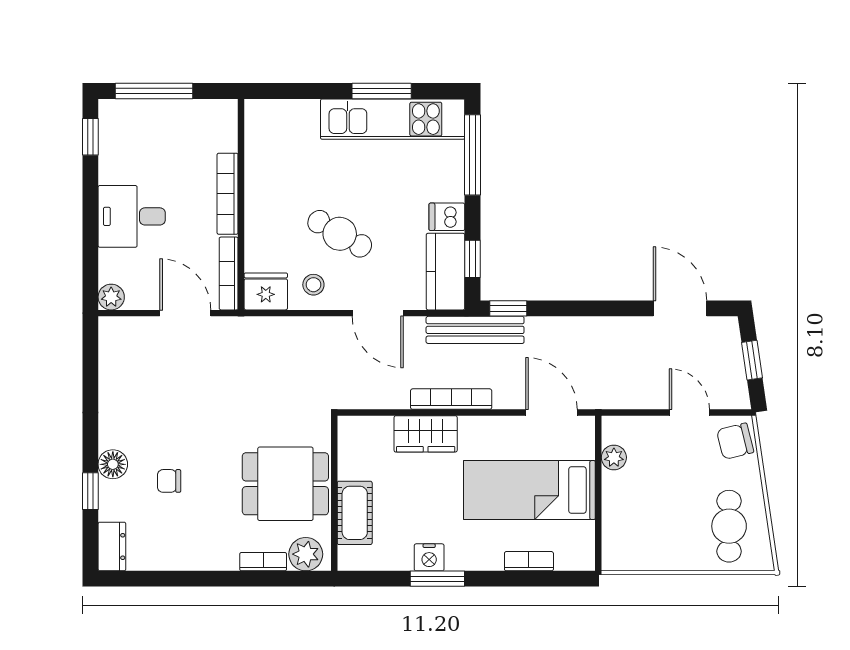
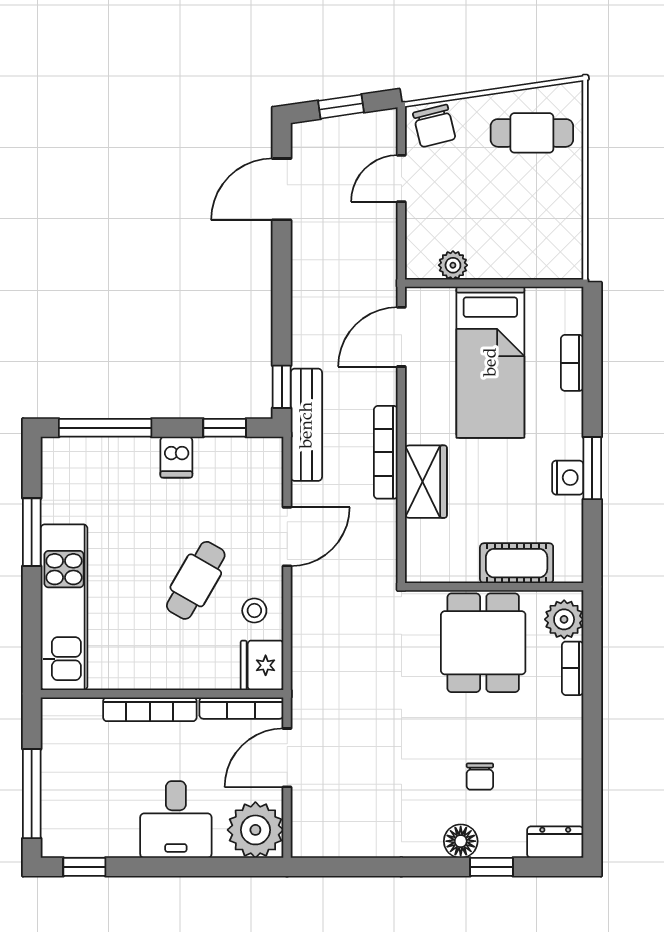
kitchen unit: (393, 119) -> (64, 607), moved
kitchen counter: (446, 272) -> (239, 459), removed
plant: (111, 297) -> (255, 830), width x1.88, depth x1.88

